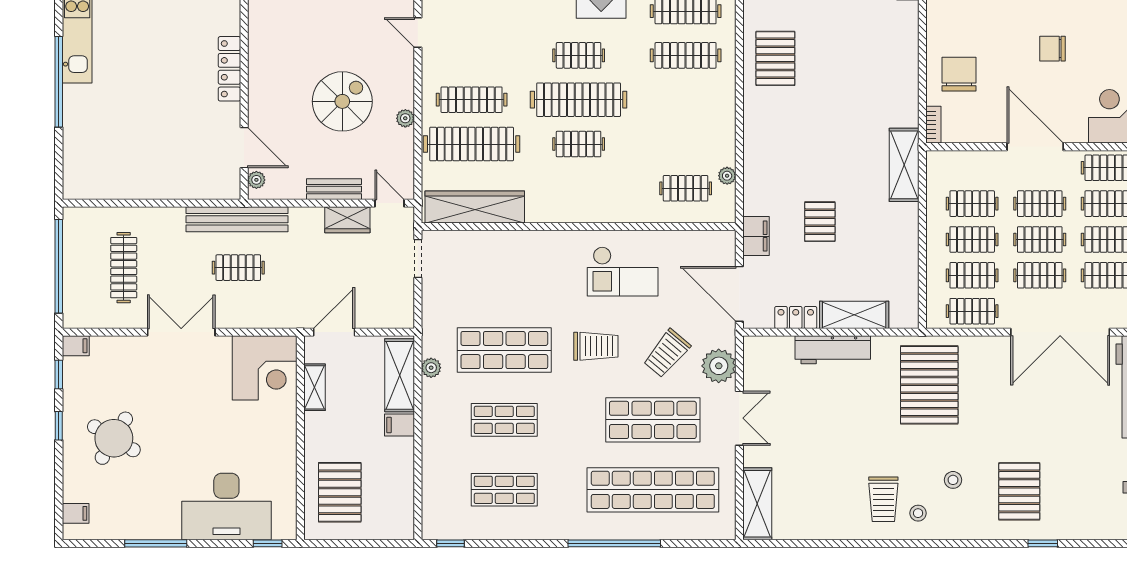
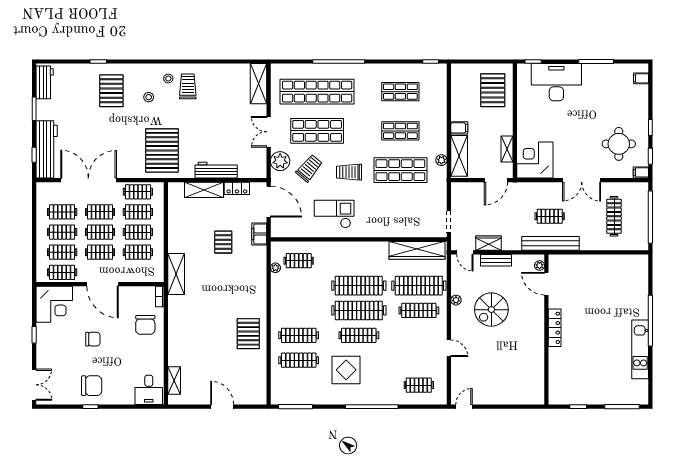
clothes rail: (579, 55) -> (359, 335), width x1.36
clothes rail: (579, 144) -> (359, 286), width x1.86, depth x1.31
round table: (114, 438) -> (619, 144), moved, turned -31

